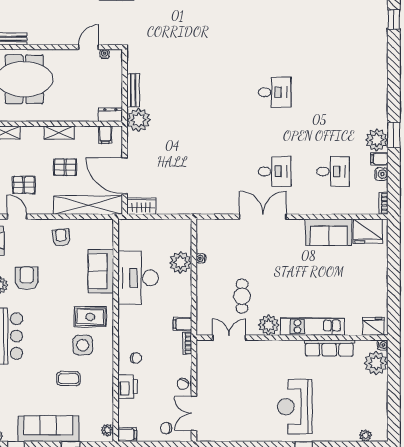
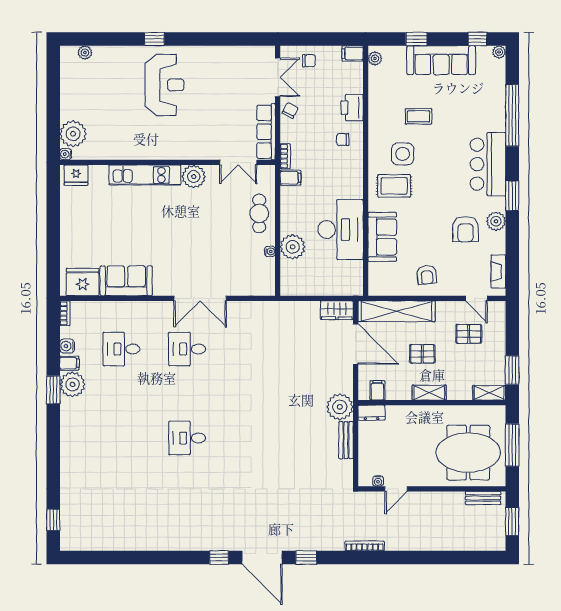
cafe table: (242, 296) -> (259, 213), moved
row of seats: (329, 348) -> (266, 132), moved, turned -90

